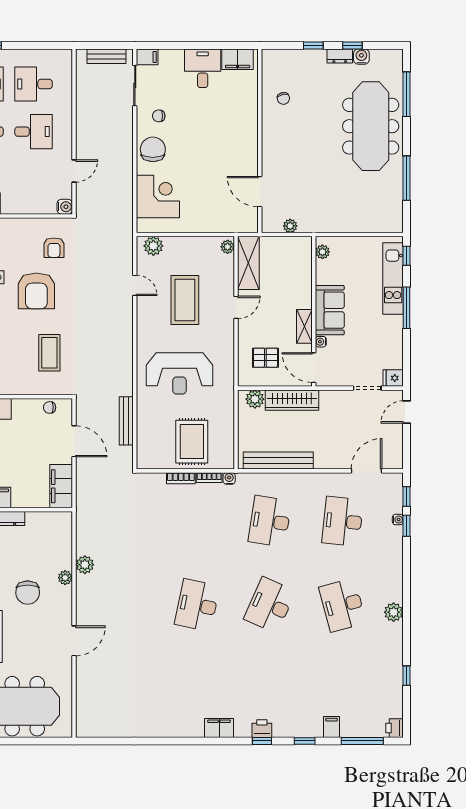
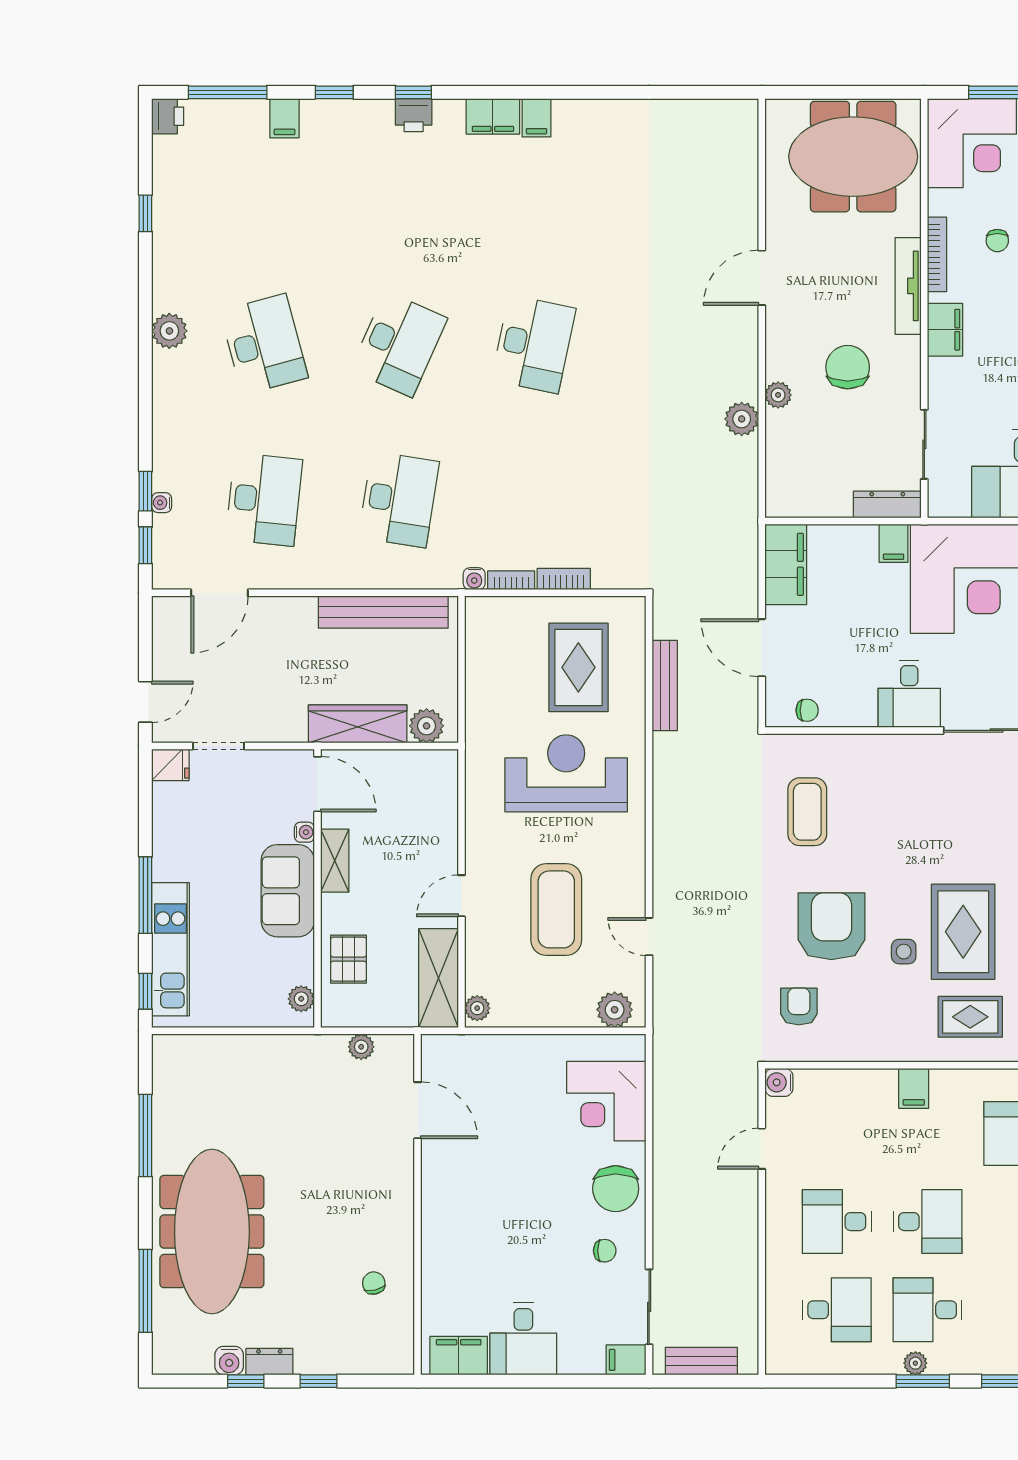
pallet: (265, 358) -> (348, 959), moved, turned 90
rug: (192, 442) -> (578, 667), moved
filing cabinet: (196, 727) -> (536, 118), added

